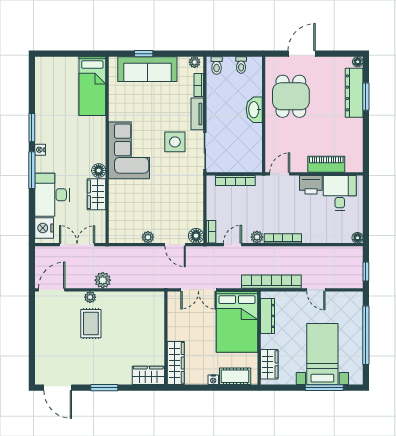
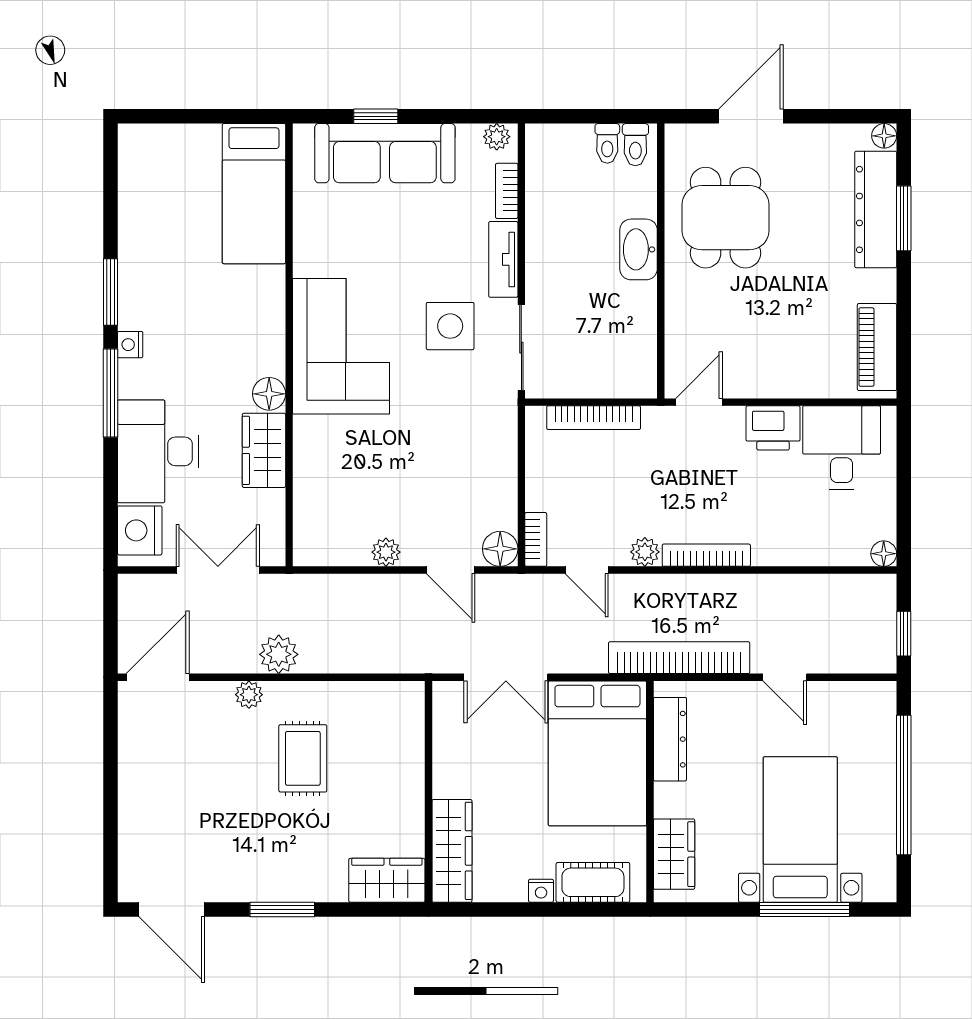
toilet: (217, 66) -> (635, 145), moved
piano: (326, 164) -> (877, 347), moved, turned -90
door: (232, 245) -> (587, 570), swing flipped
rug: (91, 324) -> (303, 758), moved

